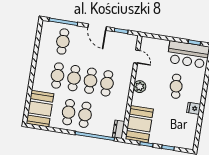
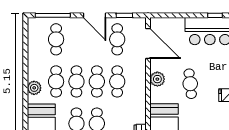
cafe table: (112, 49) -> (117, 39), added
door: (137, 57) -> (148, 43), width x1.87
plant: (39, 78) -> (34, 88), added
cafe table: (176, 86) -> (190, 84), moved

